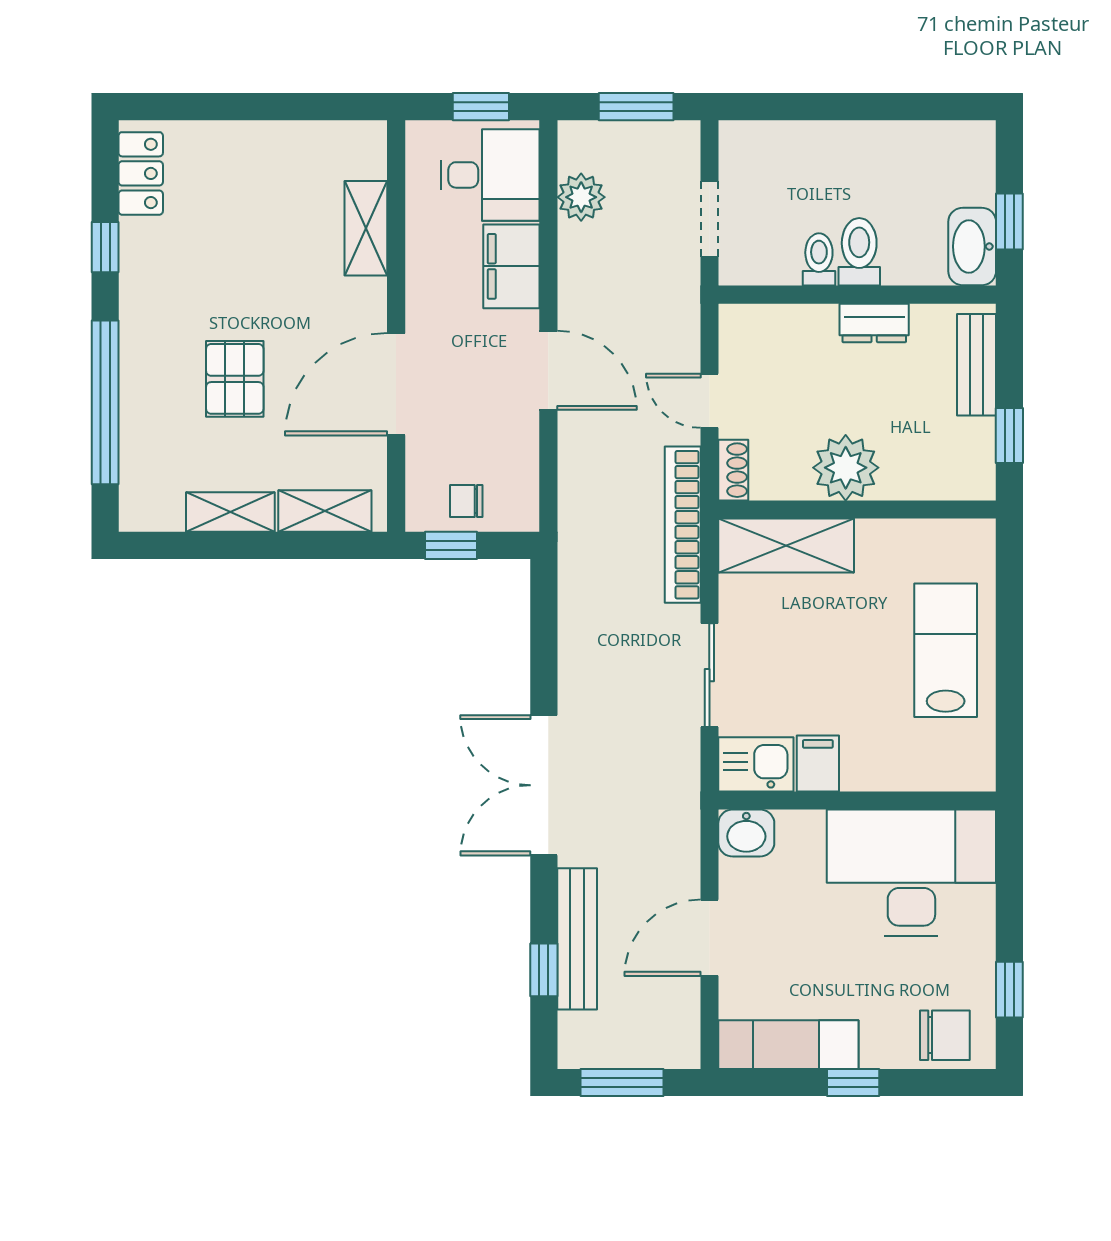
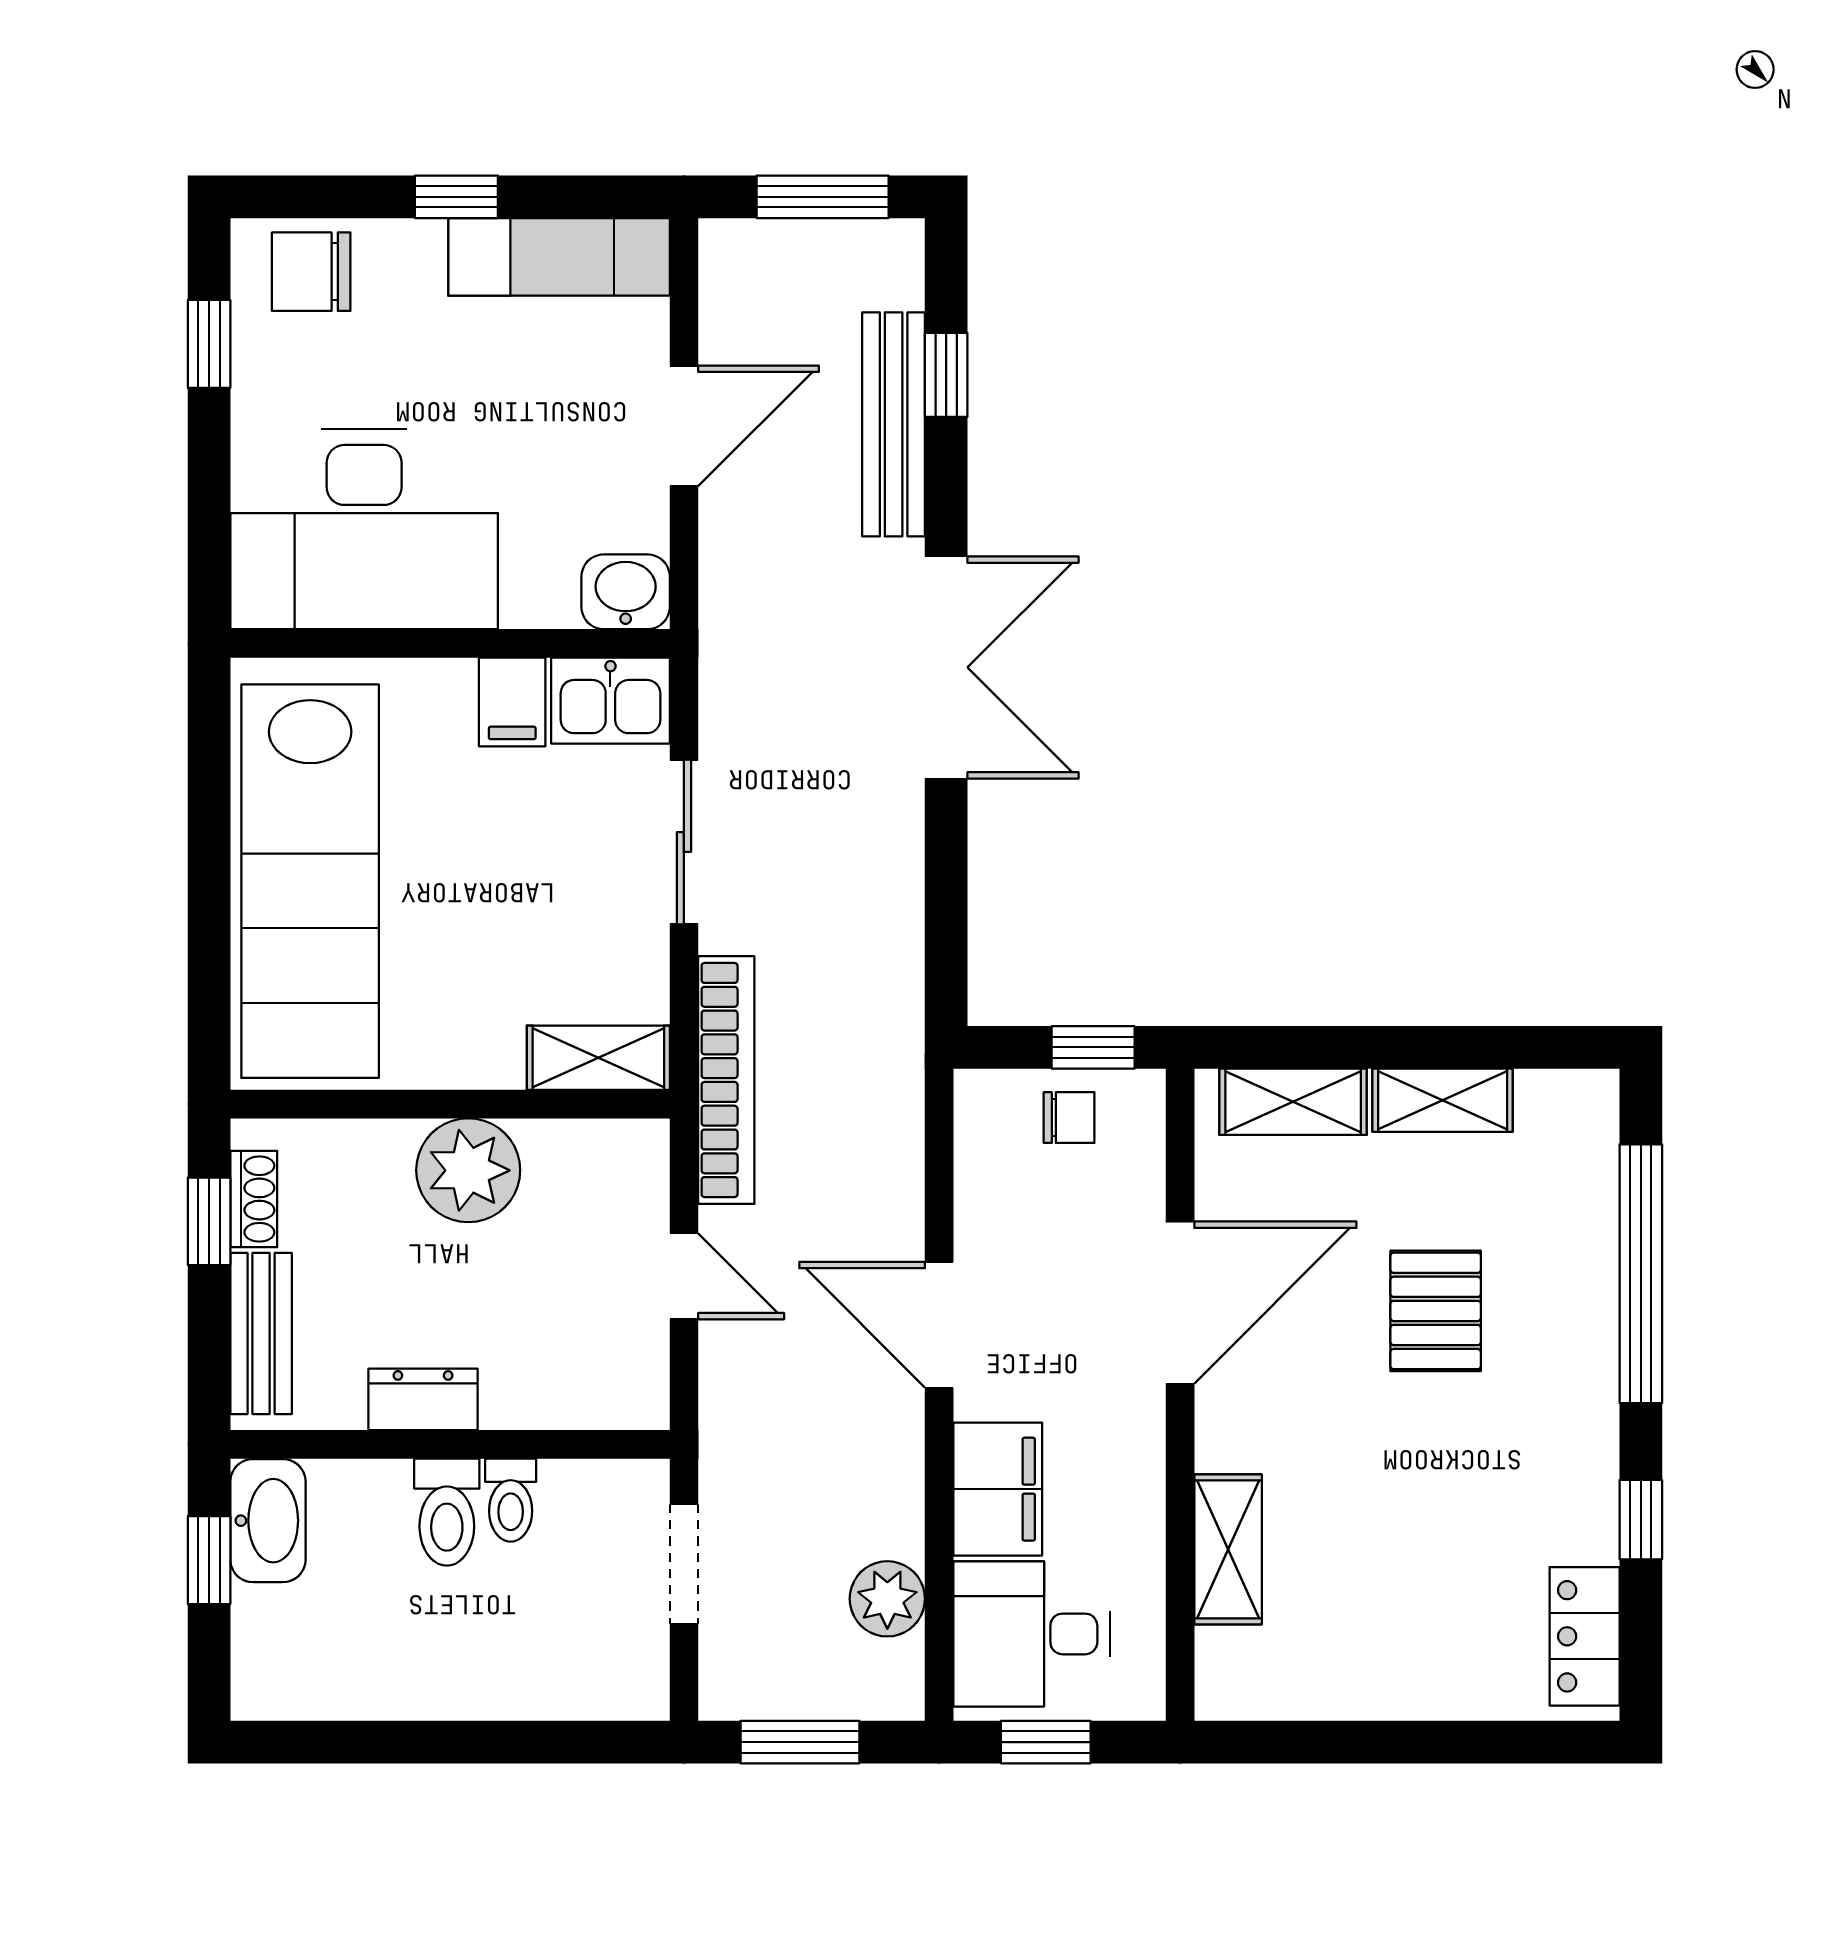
shoe rack: (733, 470) -> (254, 1199), moved, turned 180
shelving: (786, 546) -> (598, 1058), width x0.67, depth x0.75
lab bench: (946, 650) -> (310, 881), width x1.86, depth x1.39

